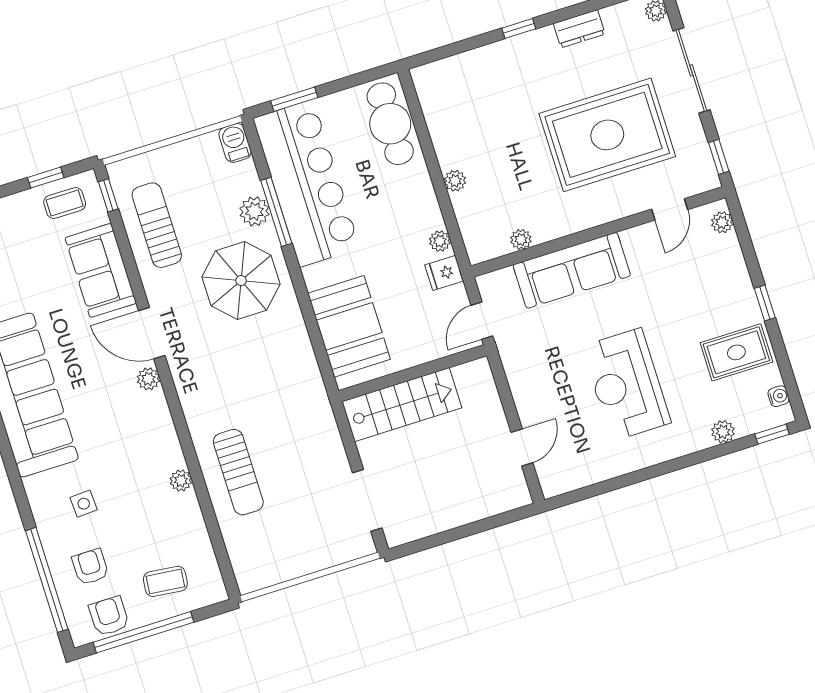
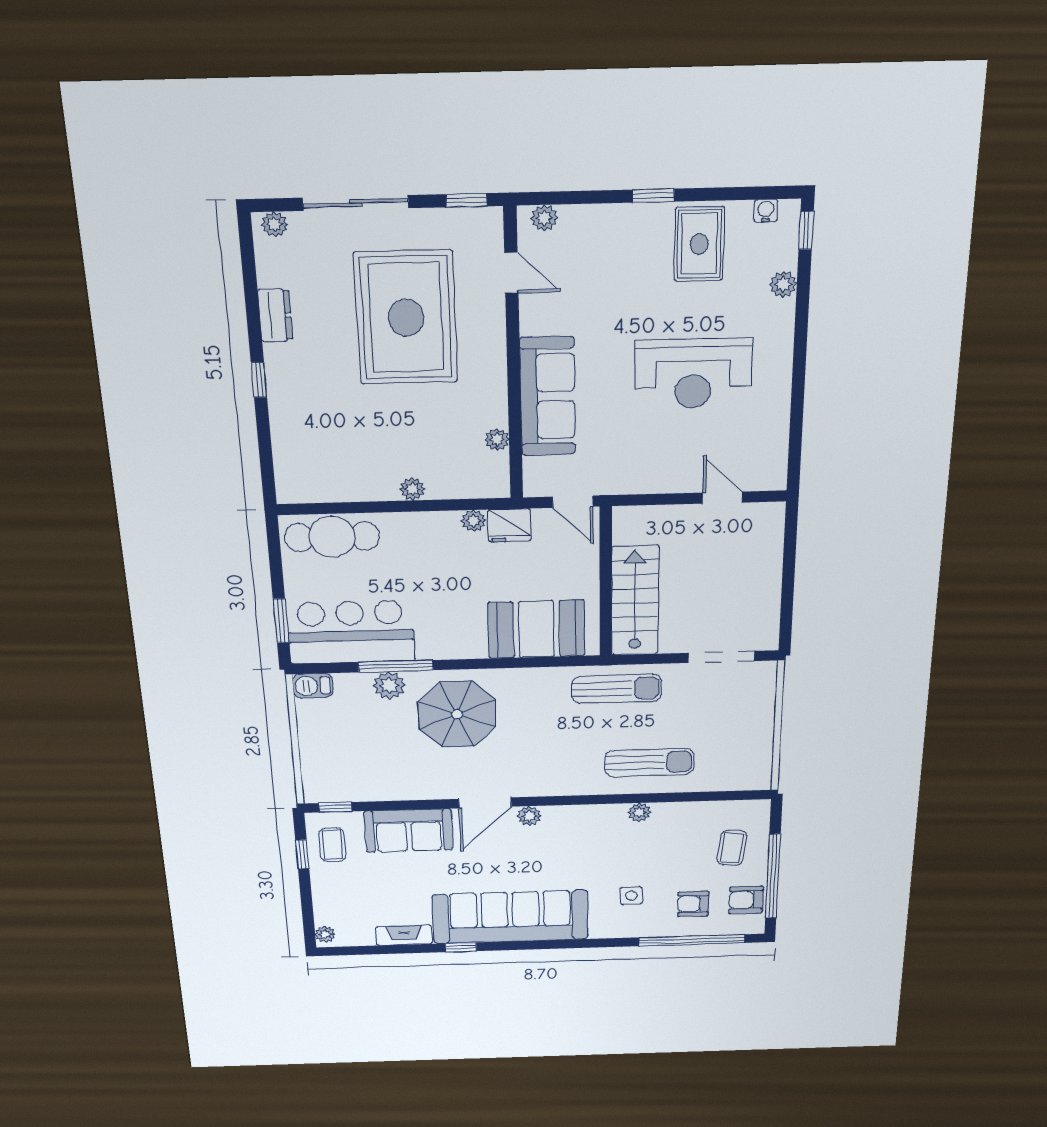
bar counter: (306, 183) -> (351, 632), width x0.73
sun lounger: (157, 225) -> (617, 689), moved, turned 180
fridge: (444, 273) -> (509, 525), width x1.38

